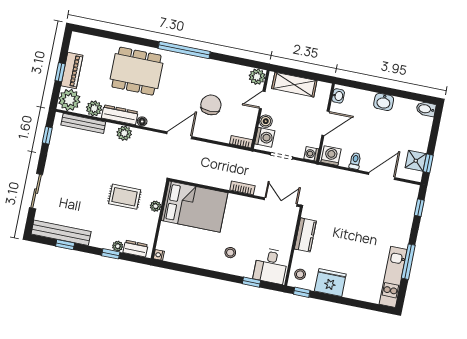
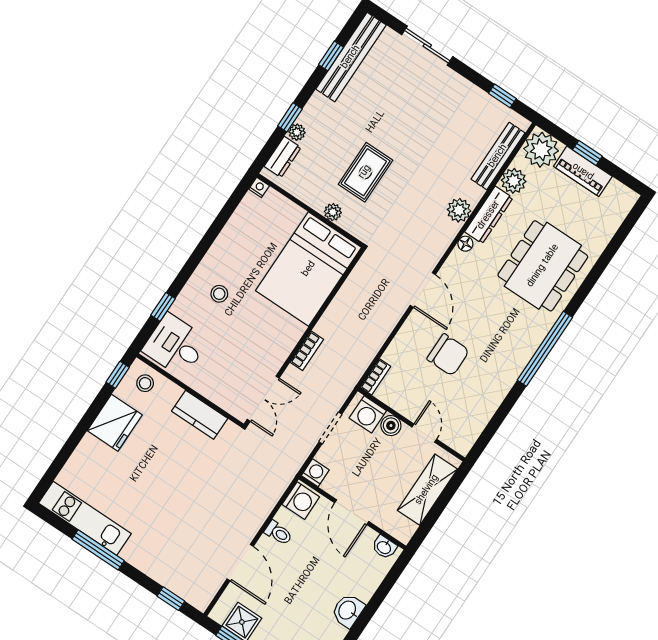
plant: (257, 77) -> (462, 440), removed

